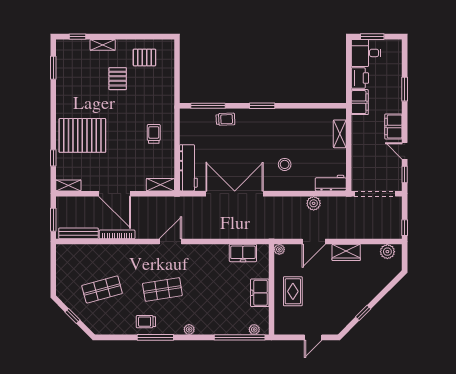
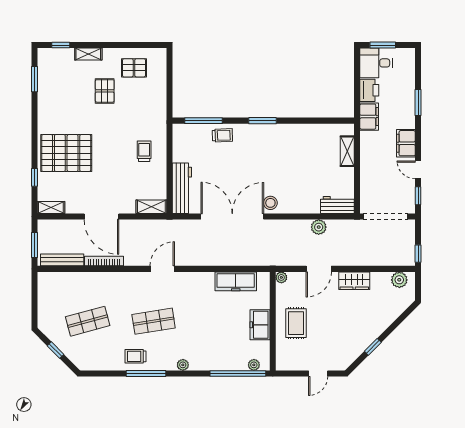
stool: (285, 164) -> (270, 203), moved
freezer: (243, 253) -> (236, 281), width x1.40

